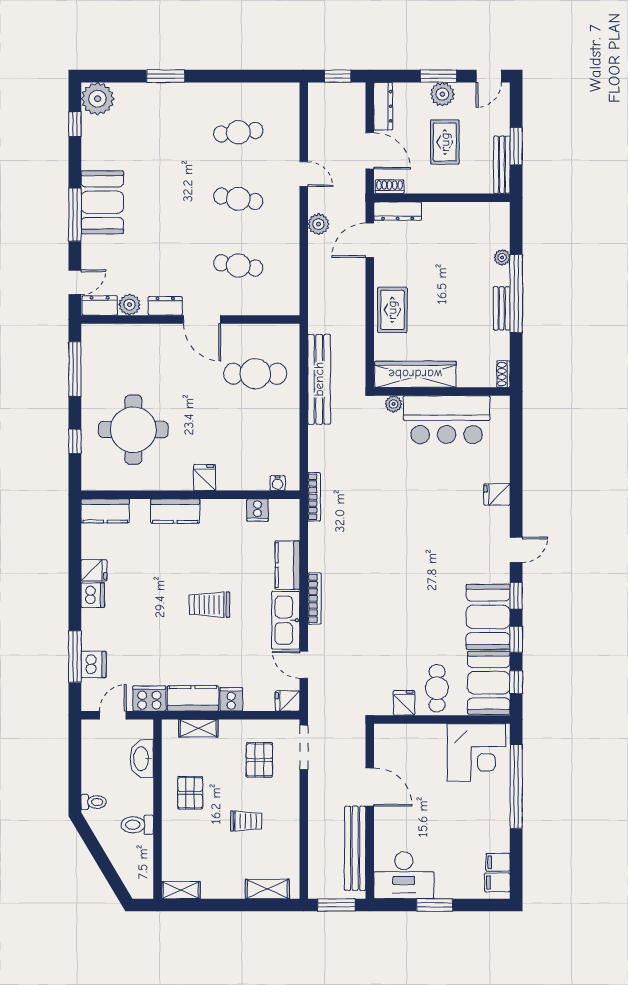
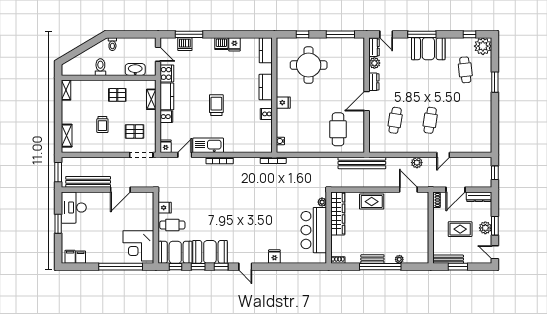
cafe table: (238, 132) -> (465, 70), moved
dresser: (398, 211) -> (424, 204), removed
bench: (319, 379) -> (362, 163), moved
cooker: (257, 510) -> (266, 114), moved
kitchen counter: (287, 565) -> (237, 146), removed

